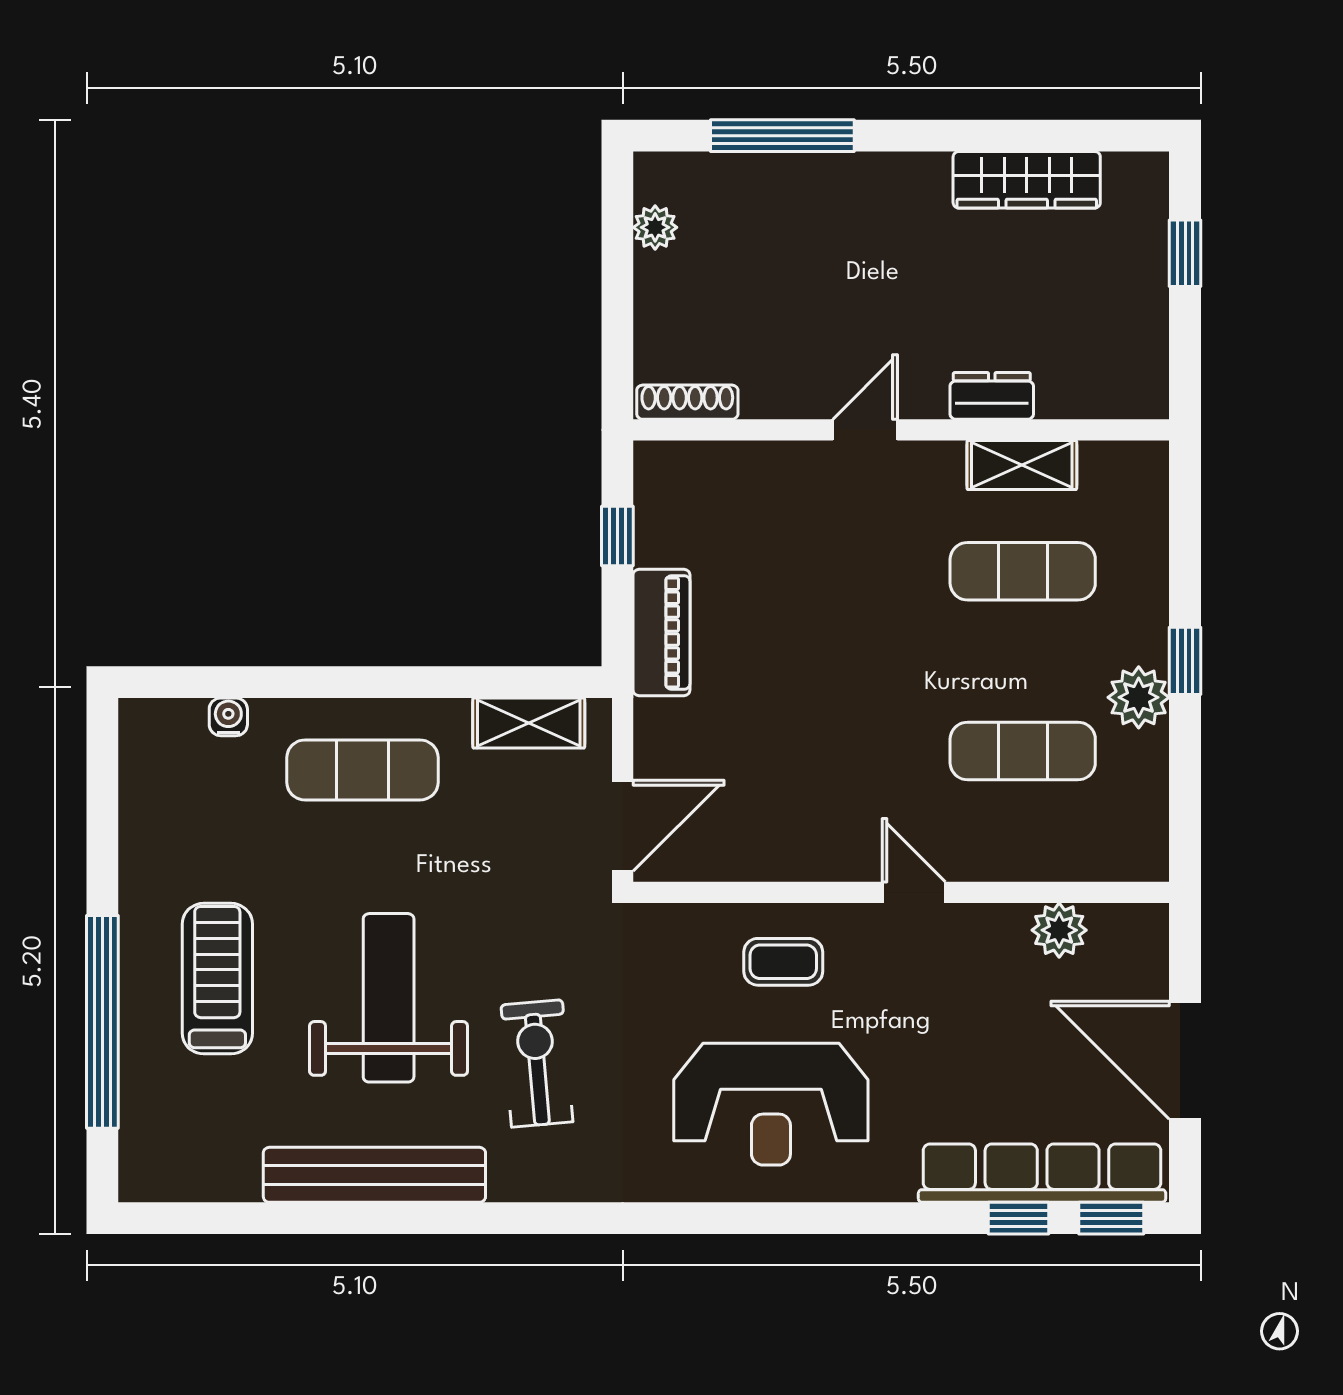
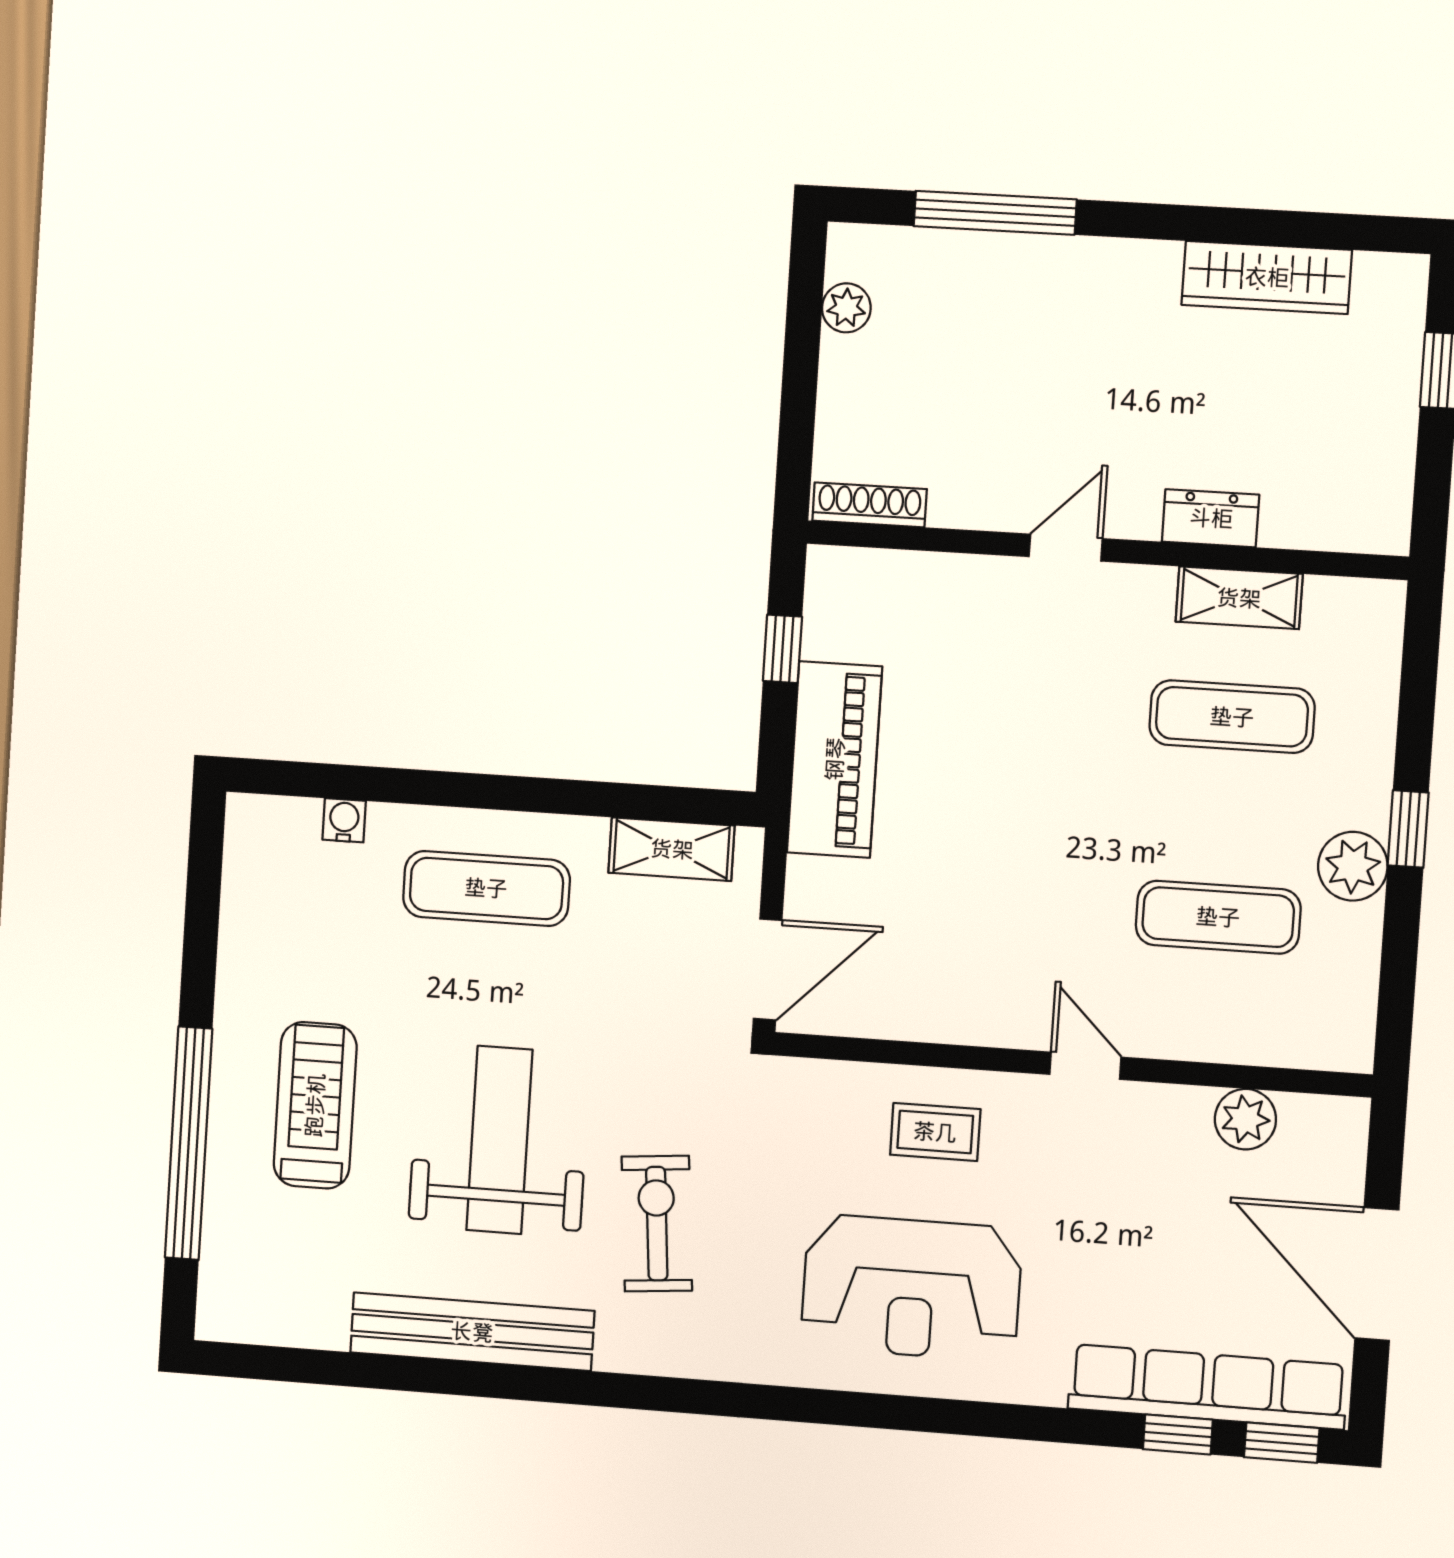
piano: (661, 632) -> (835, 759), width x1.37, depth x1.33

